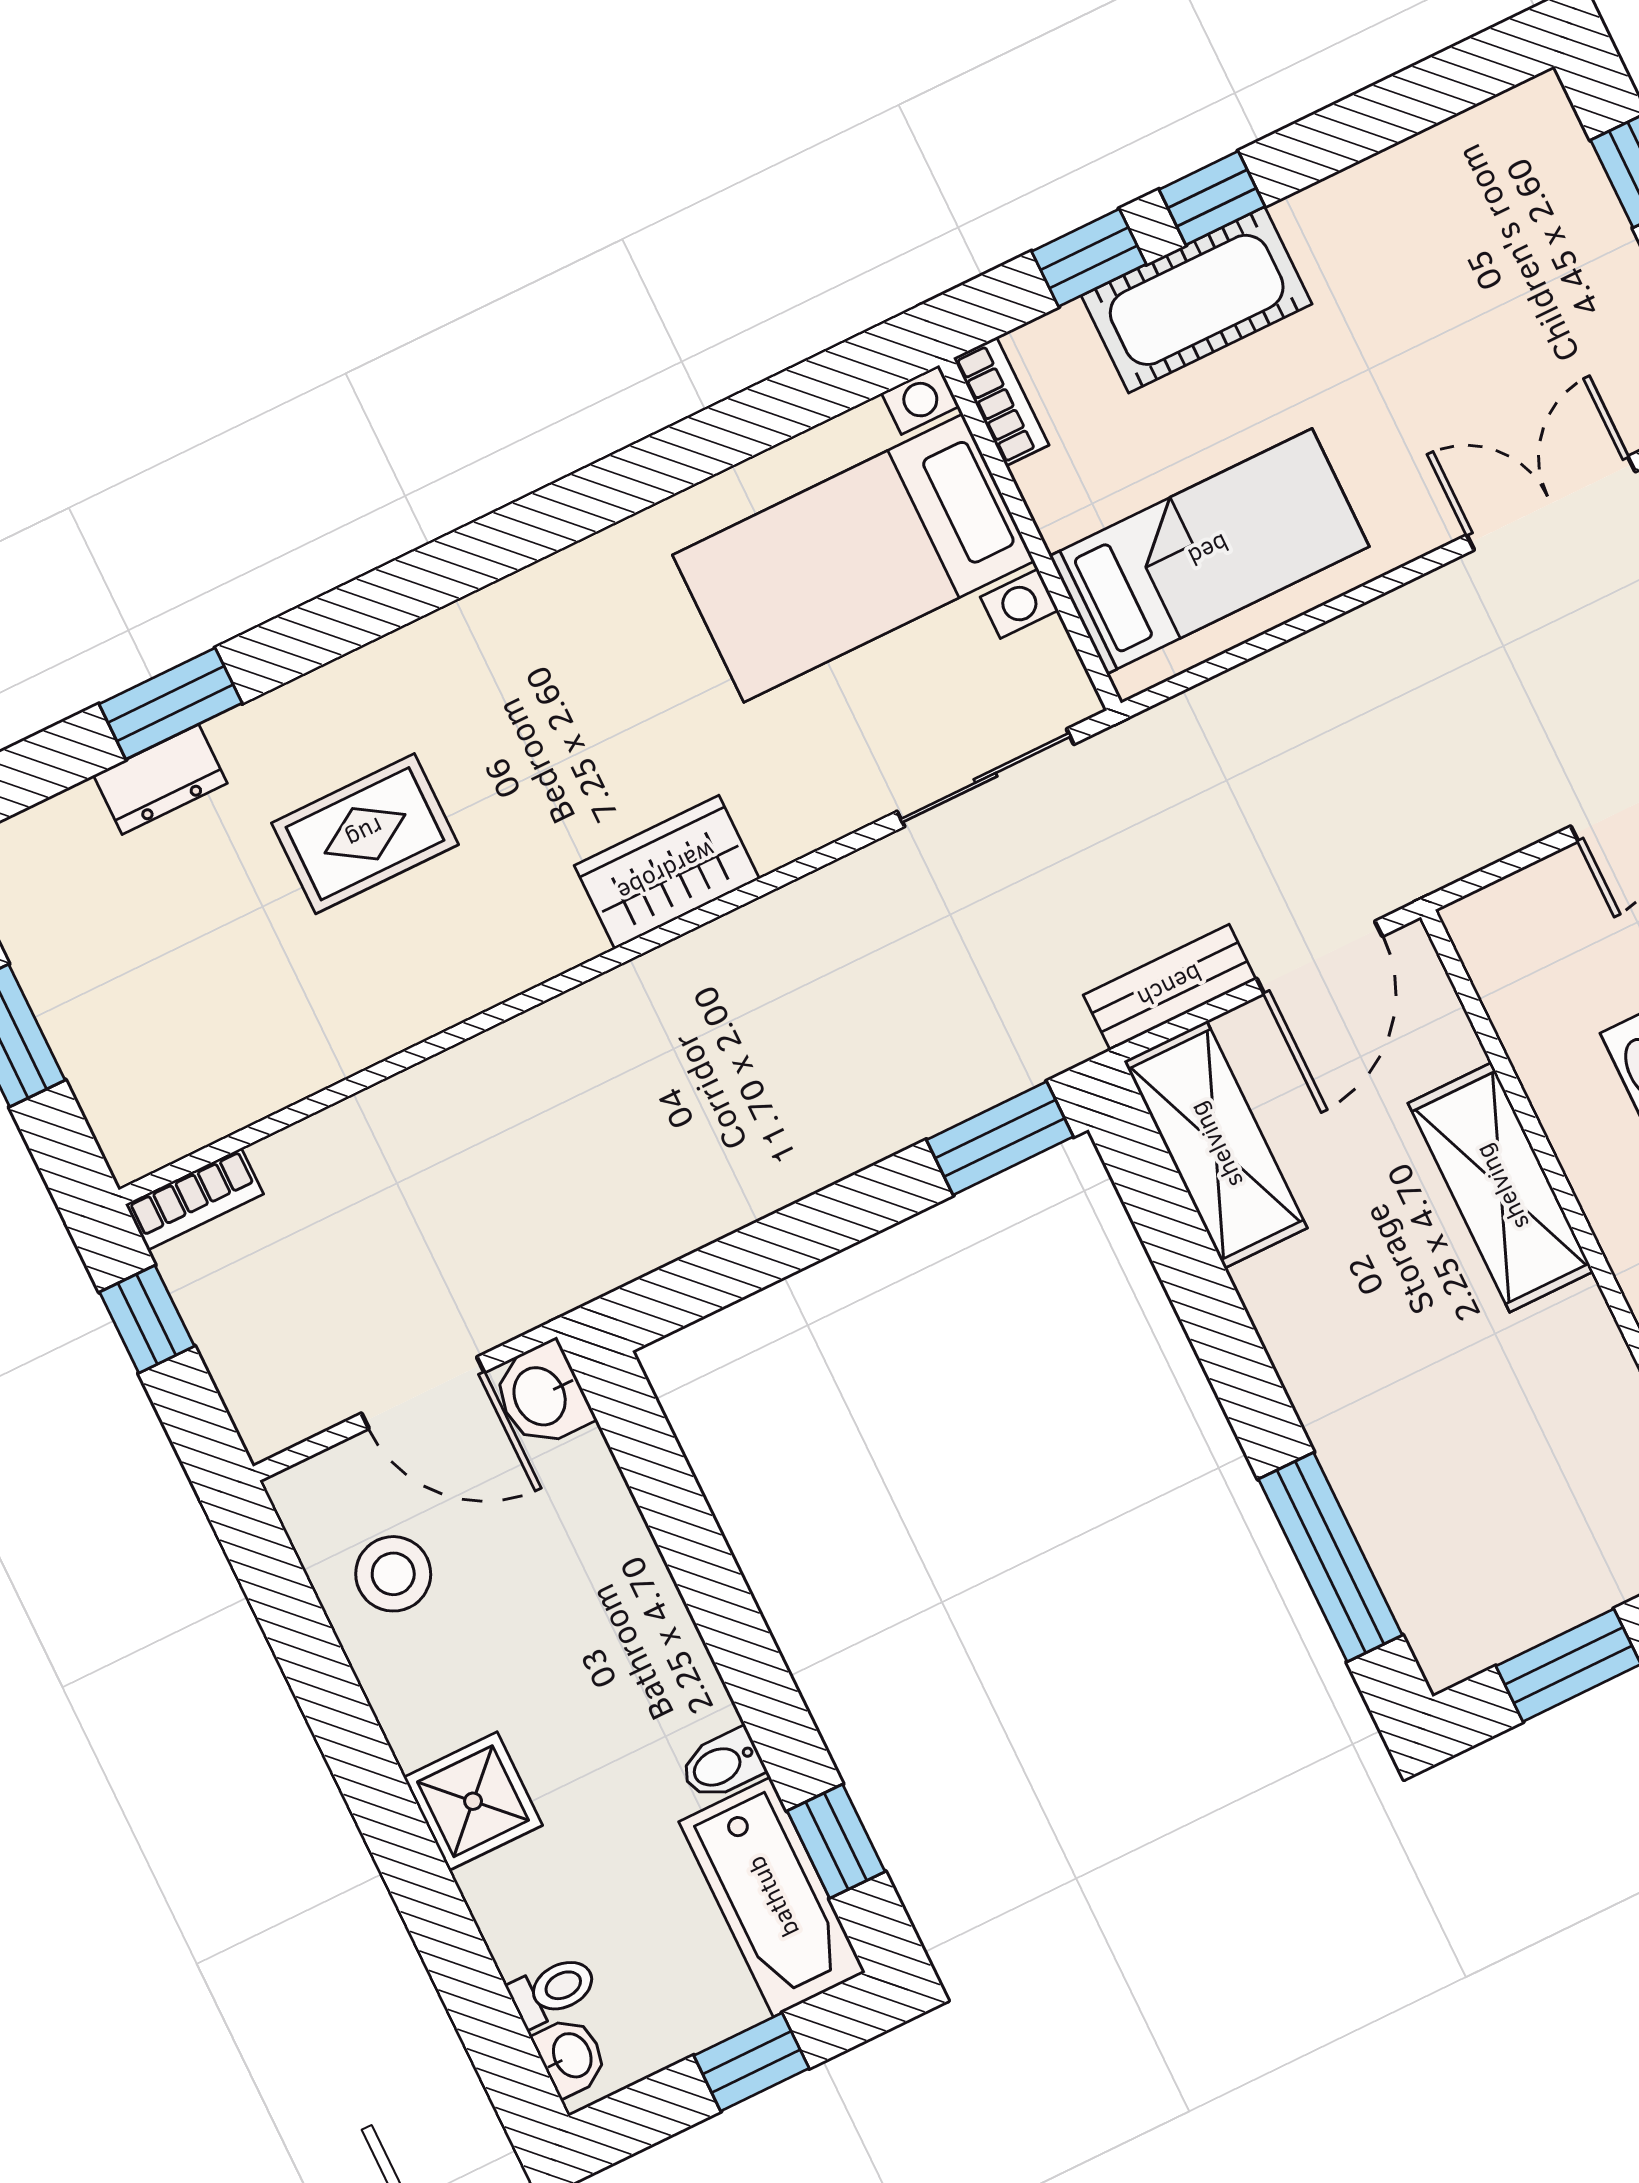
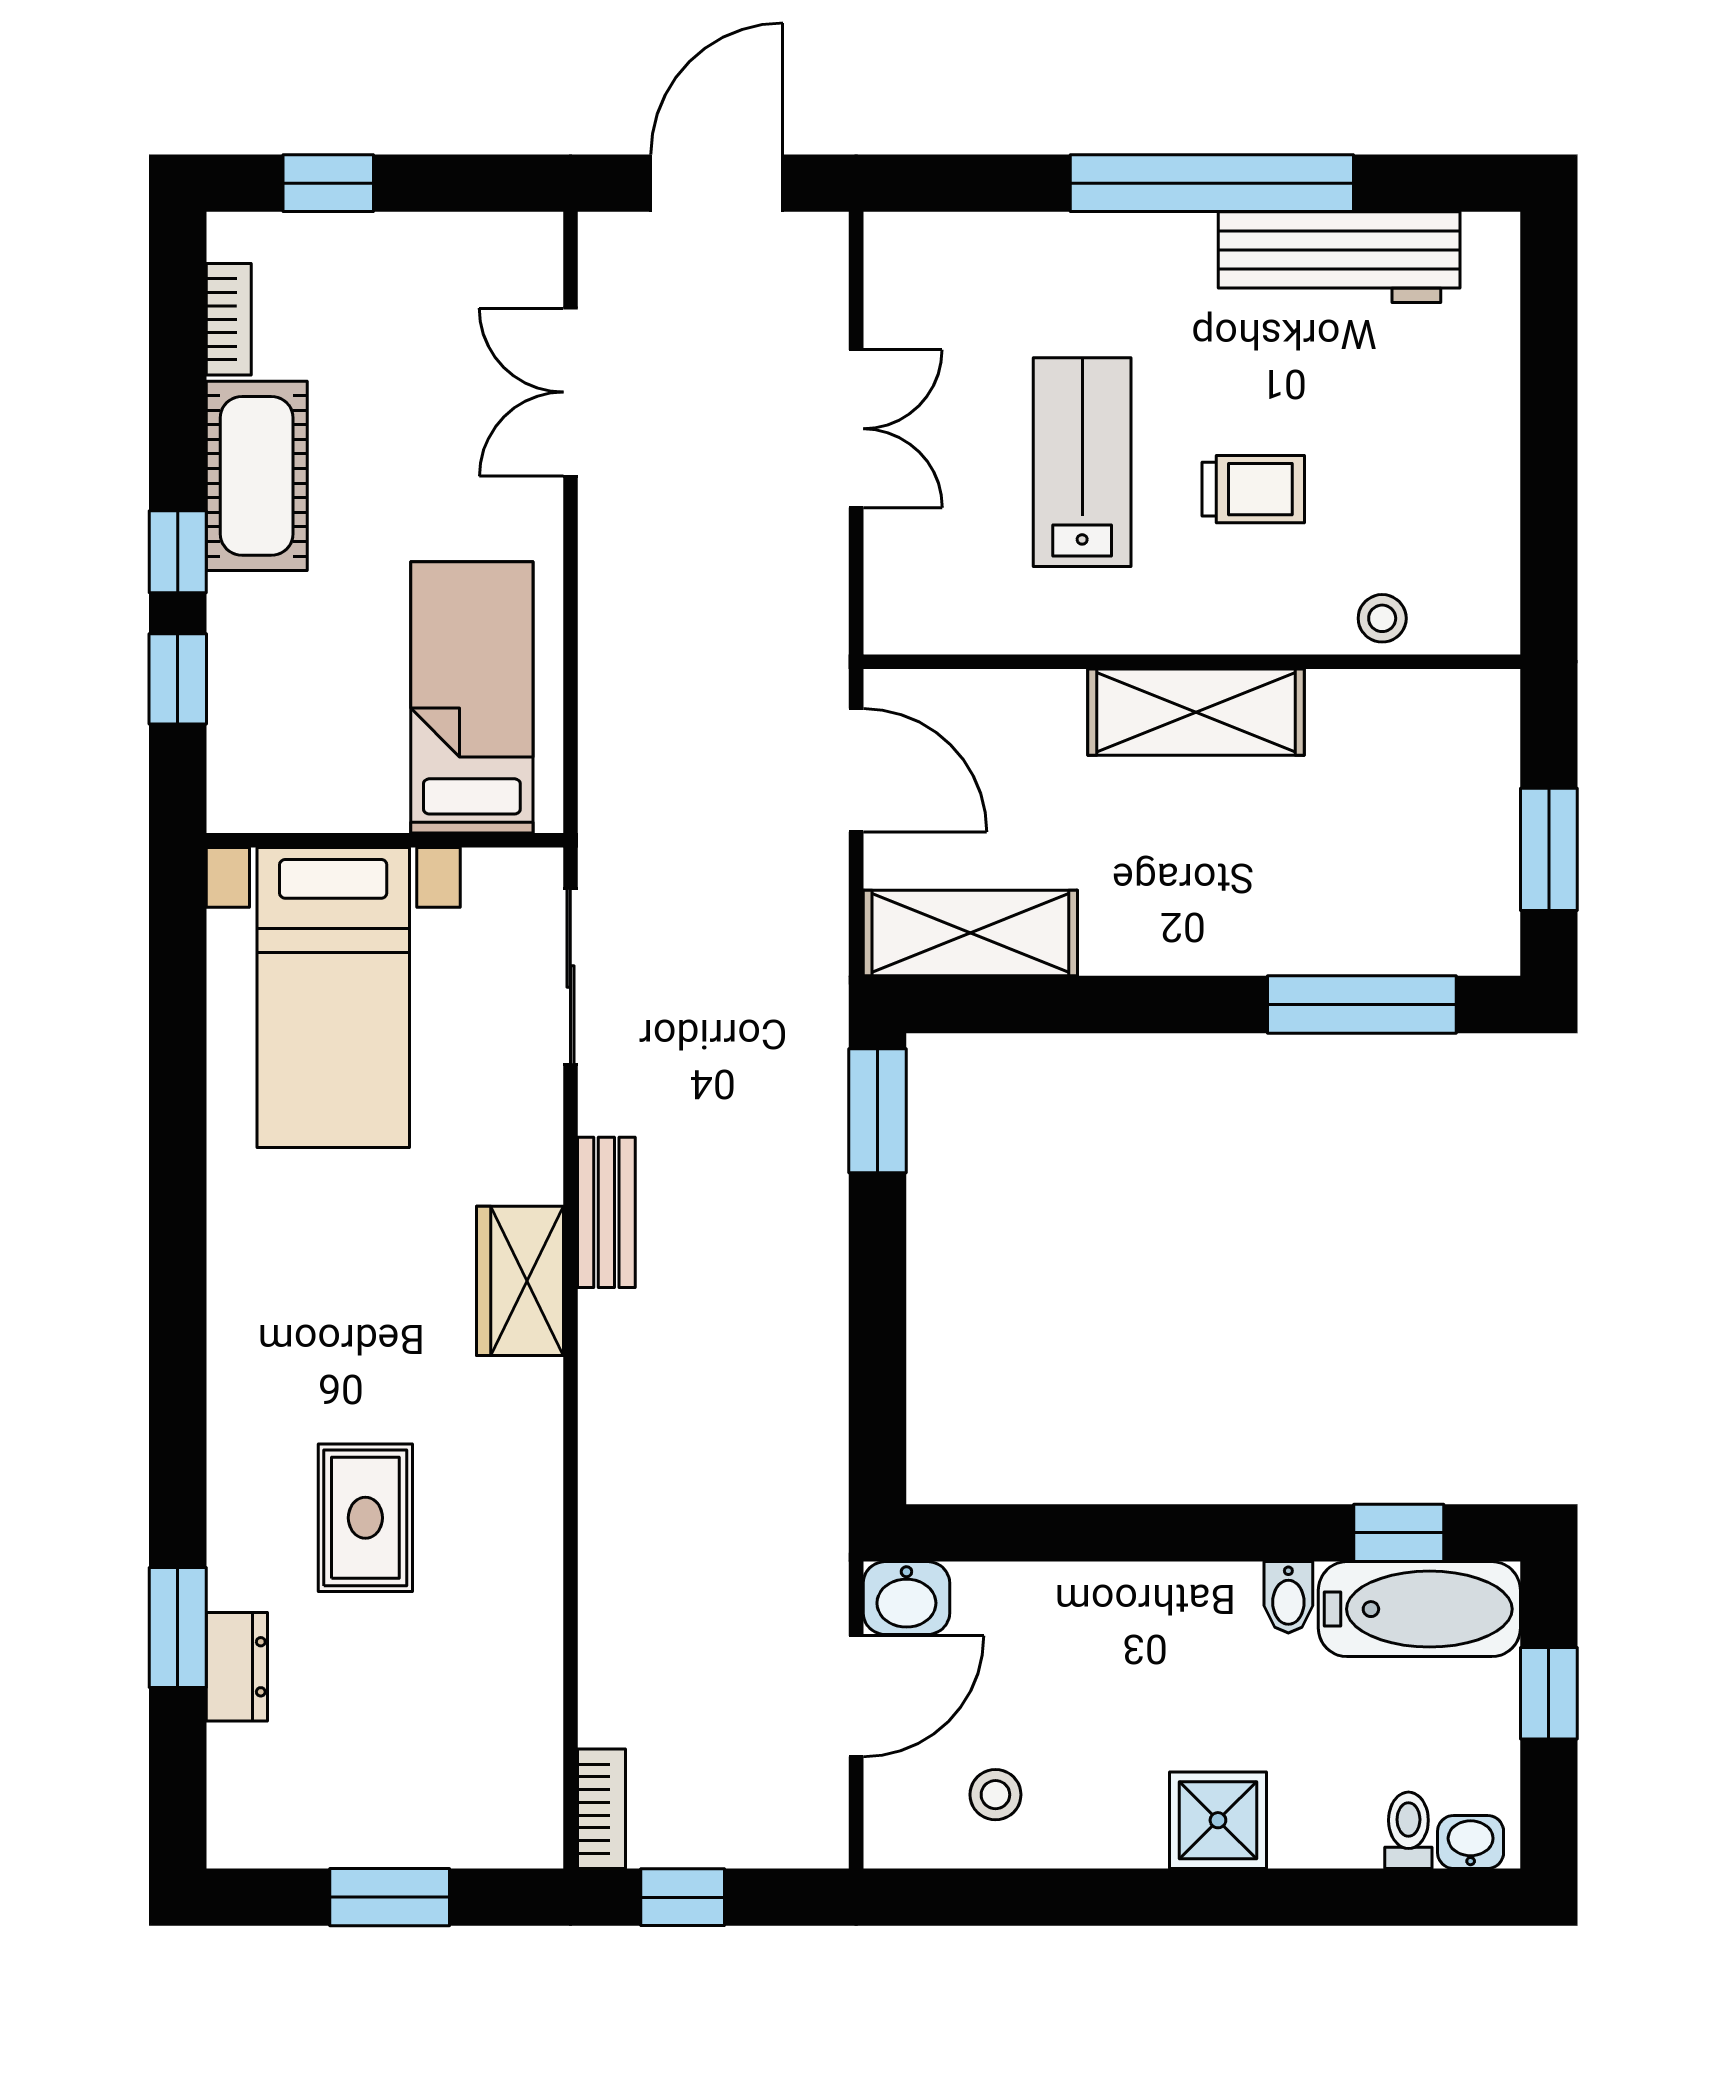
cot: (1197, 300) -> (257, 476), moved
bookcase: (1001, 402) -> (229, 319), moved, turned 90
bench: (1170, 987) -> (606, 1212), moved
shelving: (1501, 1187) -> (1196, 712), moved
stool: (393, 1574) -> (995, 1795), width x0.73, depth x0.73

